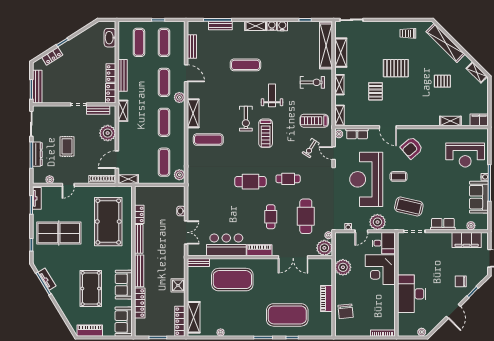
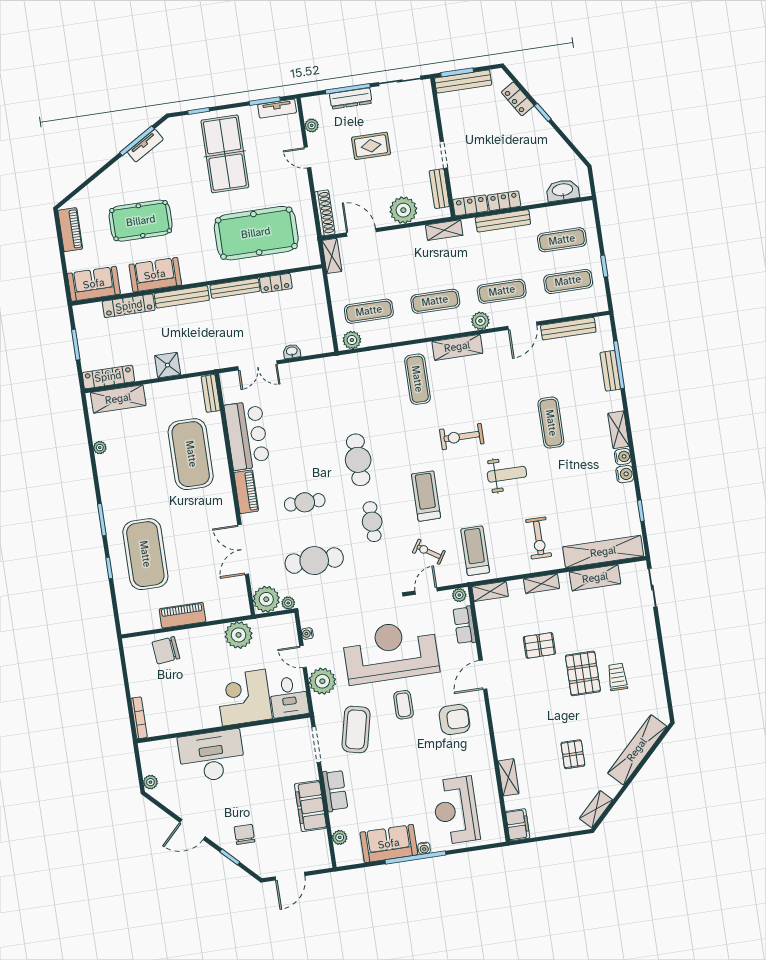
trolley: (408, 33) -> (617, 677), moved
bench: (192, 46) -> (568, 329), width x1.36
treadmill: (266, 133) -> (426, 496), moved, turned 90
armchair: (412, 148) -> (454, 720), turned 131
filing cabinet: (467, 240) -> (310, 806), moved

